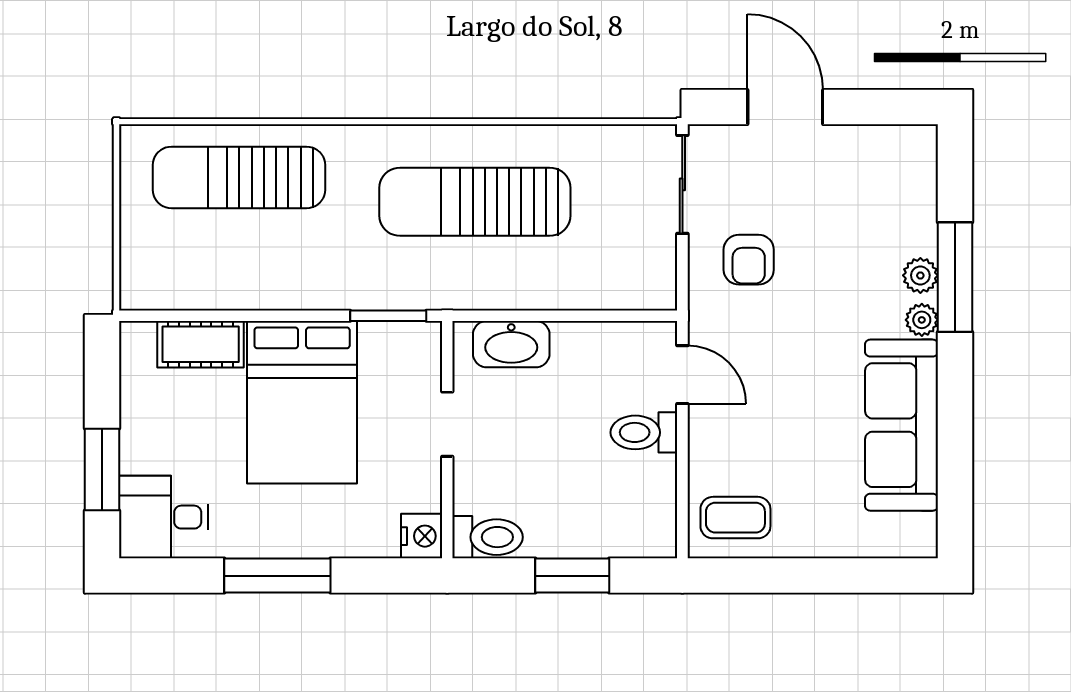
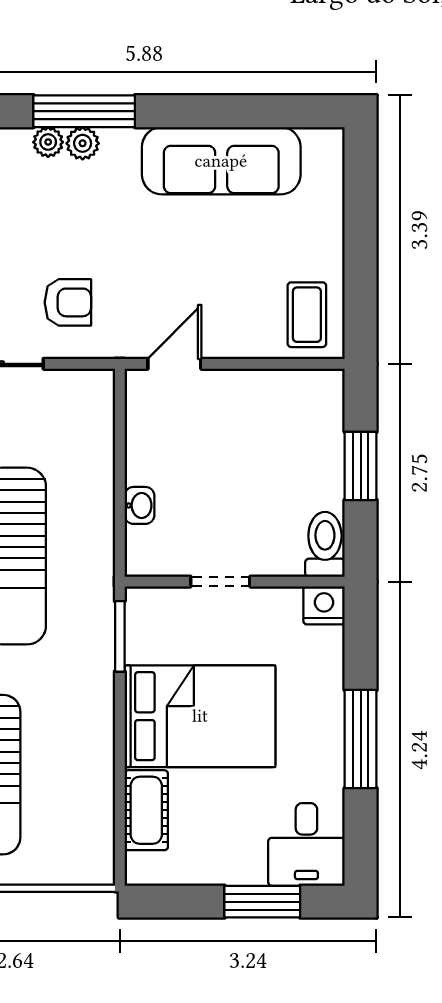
plant: (922, 320) -> (48, 142), moved
washbasin: (511, 344) -> (139, 505), width x0.52, depth x0.69
toilet: (644, 432) -> (228, 399), removed

